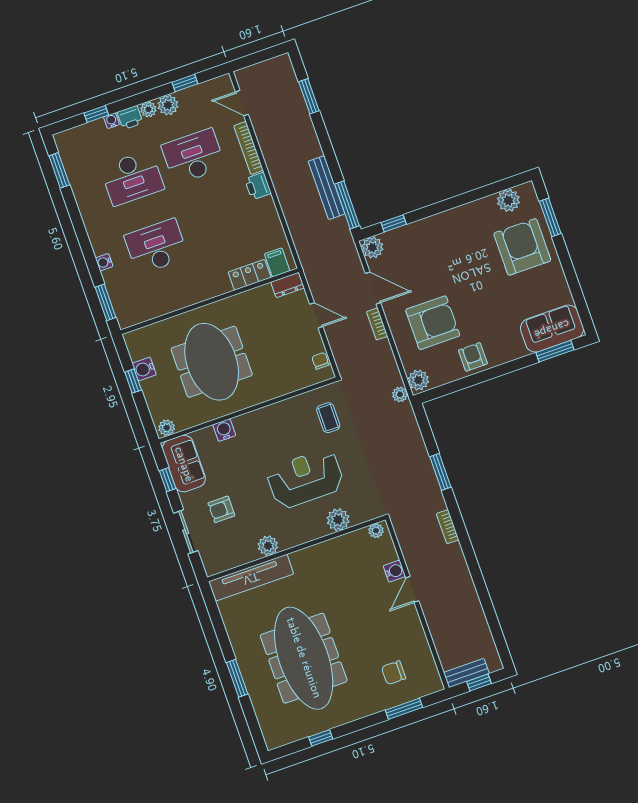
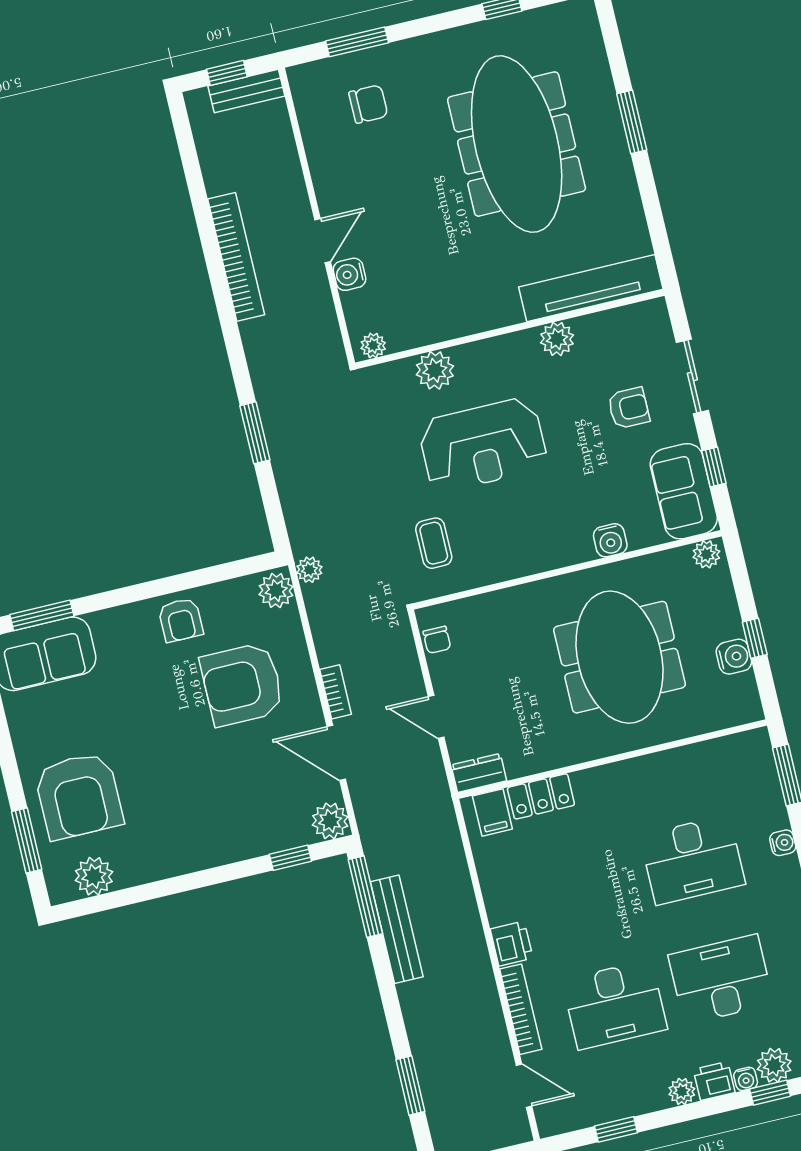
plant: (168, 105) -> (774, 1065), moved
bookcase: (448, 527) -> (236, 257), moved, width x2.31, depth x1.31

